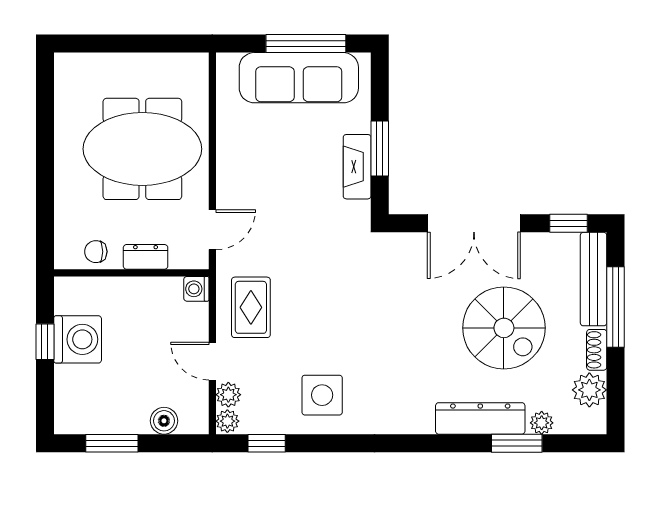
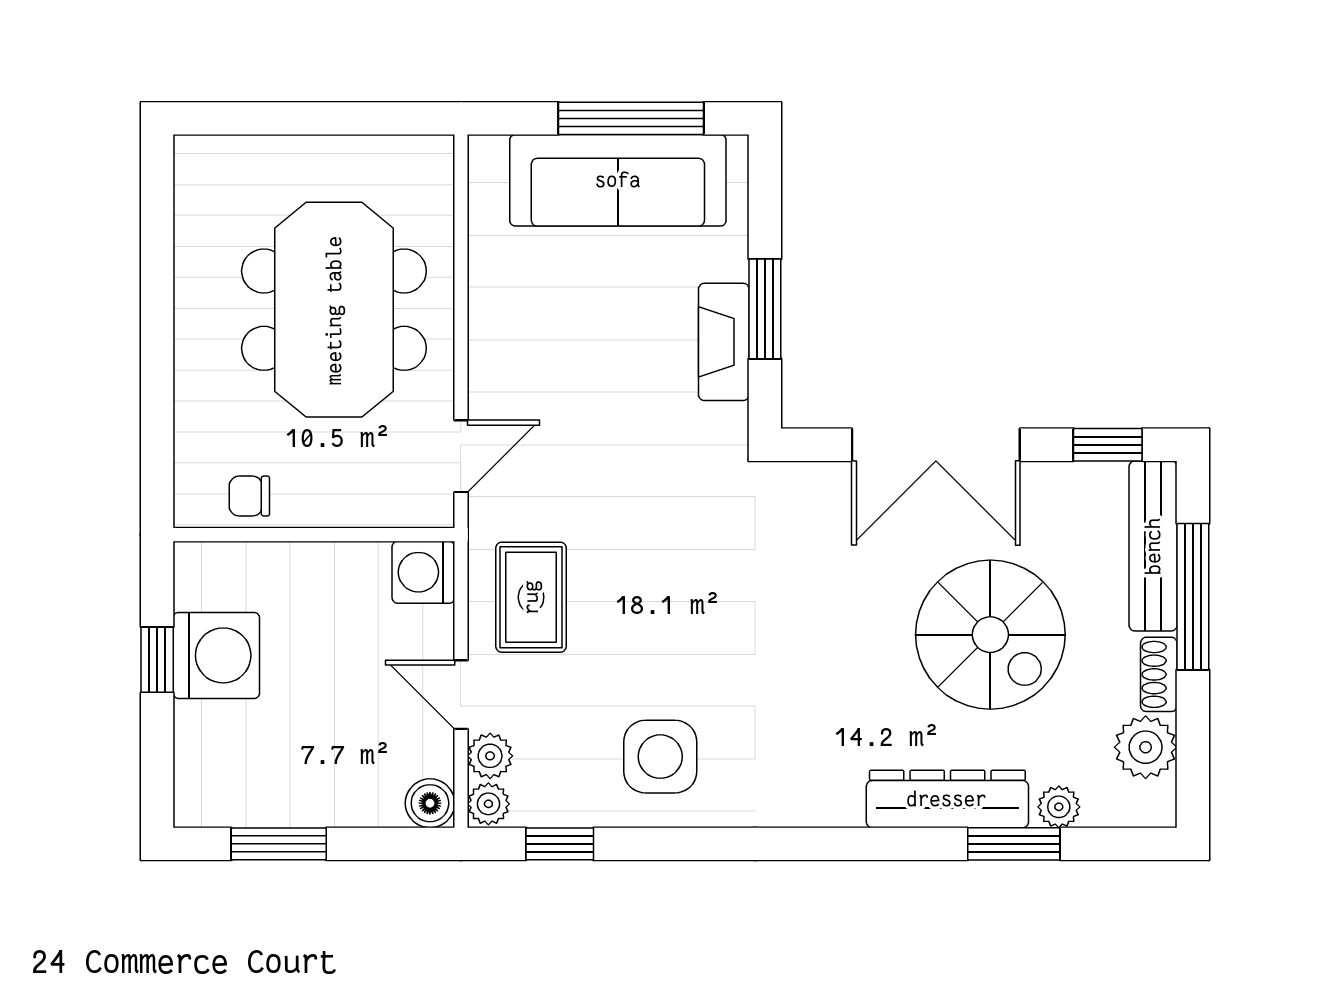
meeting table: (142, 149) -> (334, 310), turned 90
dresser: (146, 257) -> (340, 506), removed
washing machine: (196, 289) -> (423, 572), width x1.38, depth x1.38
boiler: (164, 421) -> (430, 803), moved

